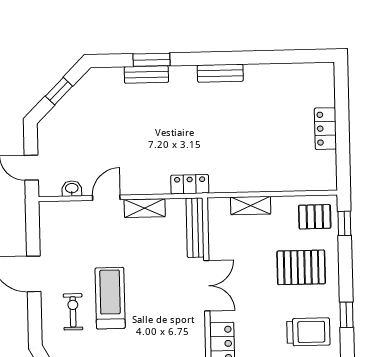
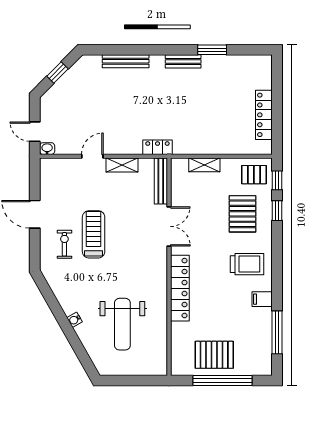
window: (152, 60) -> (212, 50), moved
bench: (146, 75) -> (126, 61), width x1.36
locker: (325, 129) -> (264, 115), width x1.53
washbasin: (72, 189) -> (47, 149), moved
pallet: (301, 267) -> (243, 214), turned 90
window: (346, 315) -> (277, 211), moved

